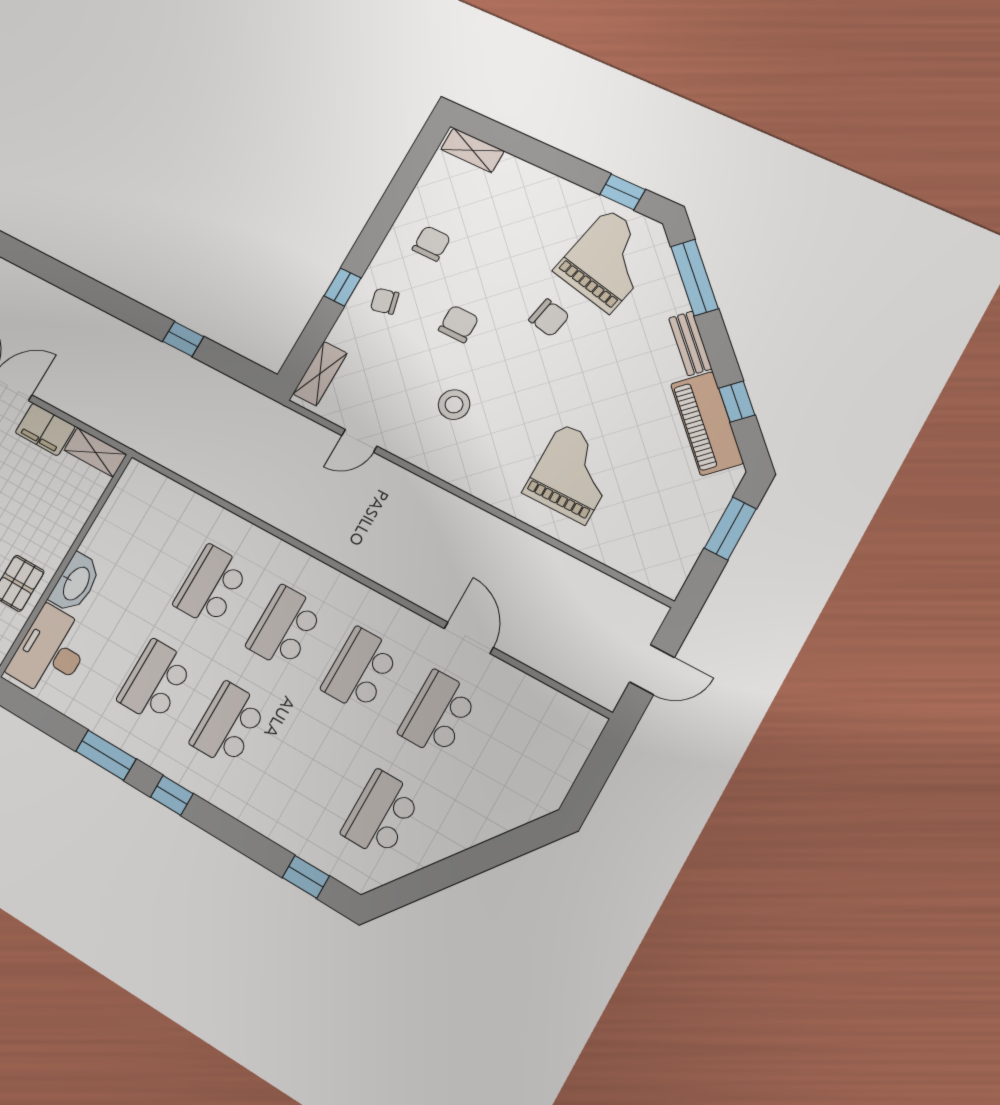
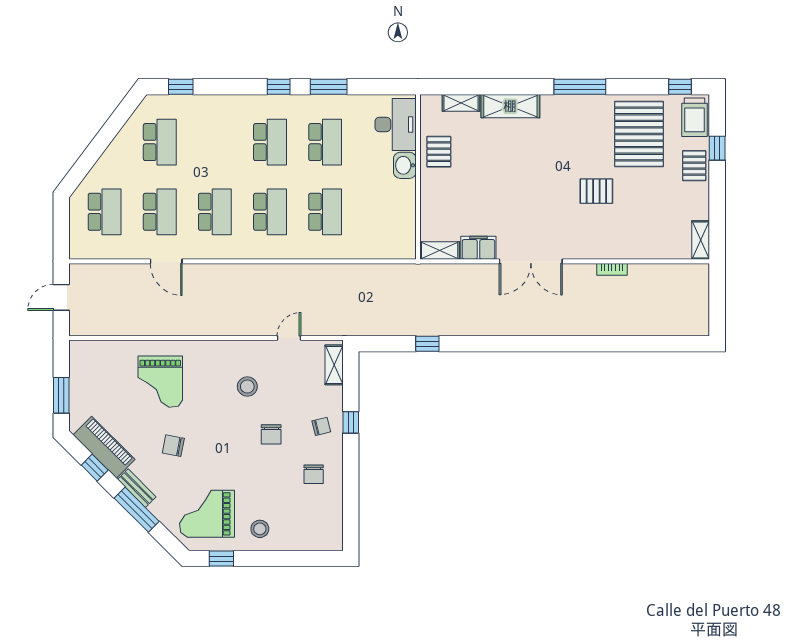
shelving: (472, 150) -> (322, 542), removed
stool: (546, 207) -> (260, 529), added
grand piano: (609, 261) -> (207, 514), turned 78
window: (695, 277) -> (137, 510), moved
chair: (549, 318) -> (173, 446), moved
washbasin: (76, 583) -> (405, 165), width x0.72
school desk: (518, 759) -> (105, 212), added

